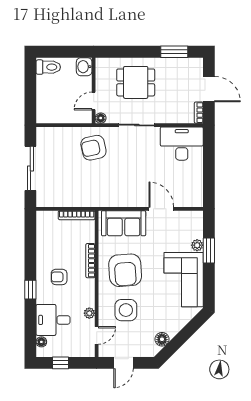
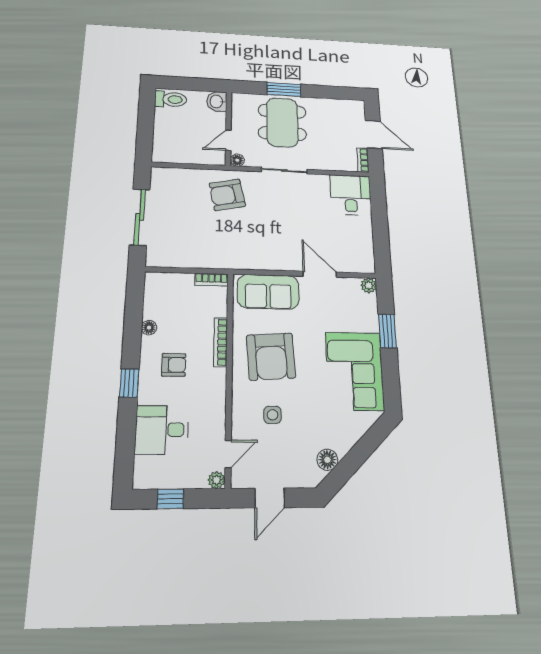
window: (174, 52) -> (284, 89), moved
dining table: (136, 82) -> (282, 122), width x1.38
desk: (182, 144) -> (351, 195), width x0.73
bookcase: (77, 215) -> (211, 280), width x0.64
plant: (197, 245) -> (369, 285), moved
armchair: (59, 277) -> (174, 365), turned 180
side table: (126, 310) -> (273, 415), width x0.54, depth x0.54
plant: (89, 313) -> (217, 480), moved
floor lamp: (41, 342) -> (149, 328), moved

